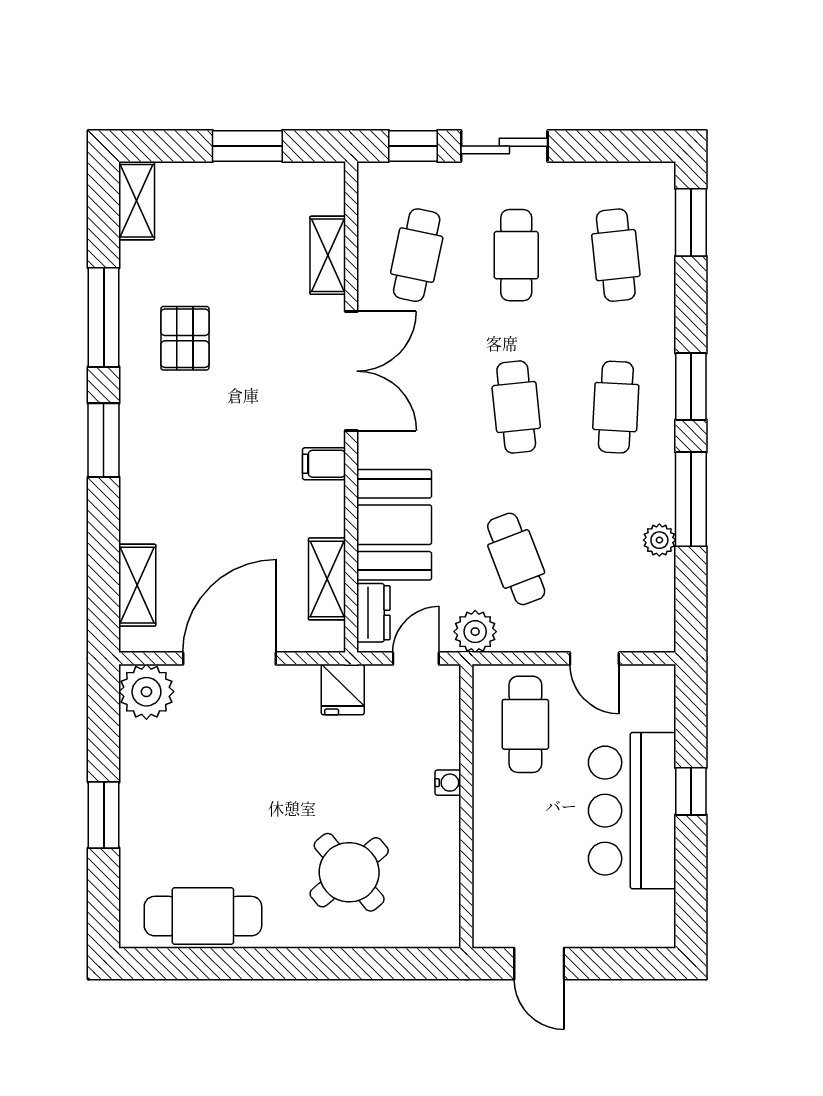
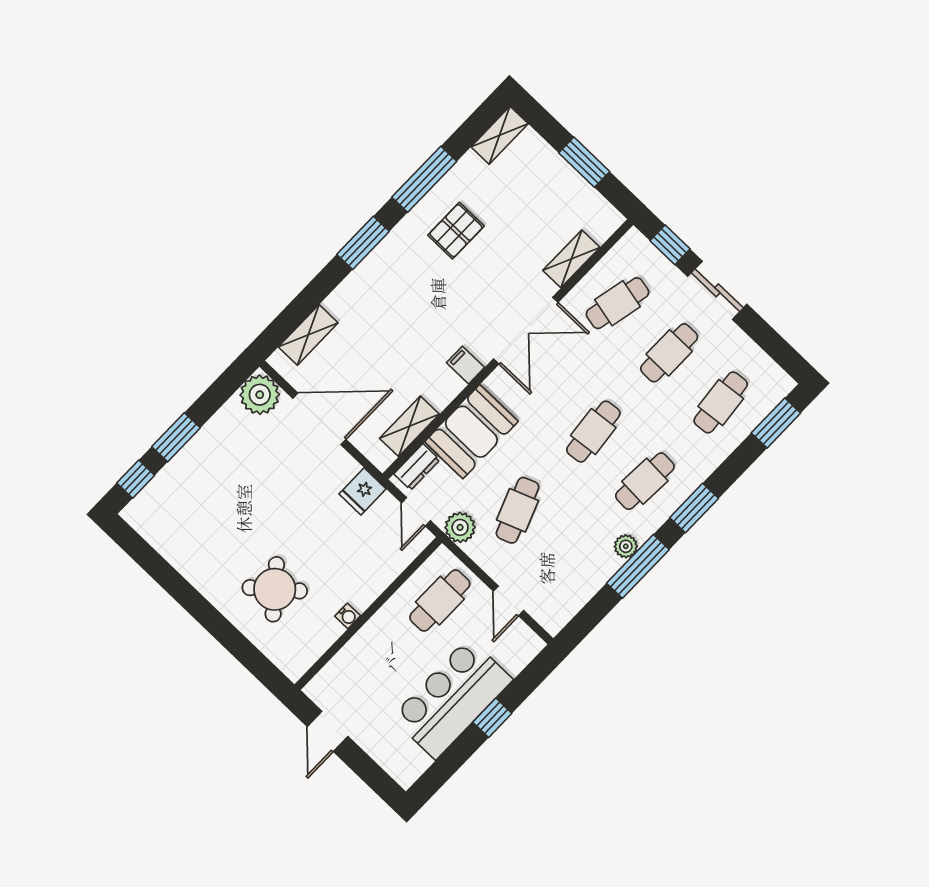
plant: (659, 540) -> (626, 546), moved
door: (416, 658) -> (416, 512), swing flipped
water cooler: (448, 783) -> (348, 616), moved
window: (104, 896) -> (136, 479), added
cafe table: (203, 916) -> (177, 539), removed

